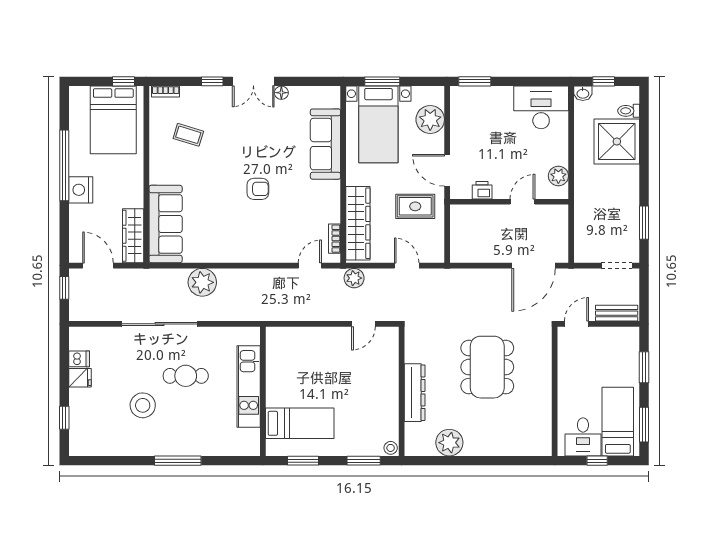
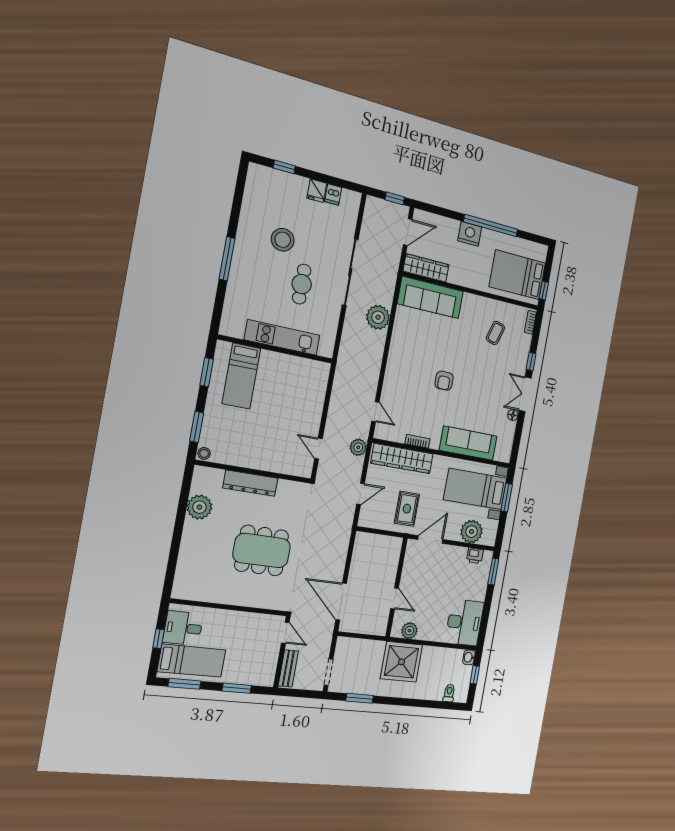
shower: (617, 142) -> (401, 662), moved
printer: (482, 190) -> (475, 556), moved, turned 90
bookcase: (335, 239) -> (417, 441), moved

